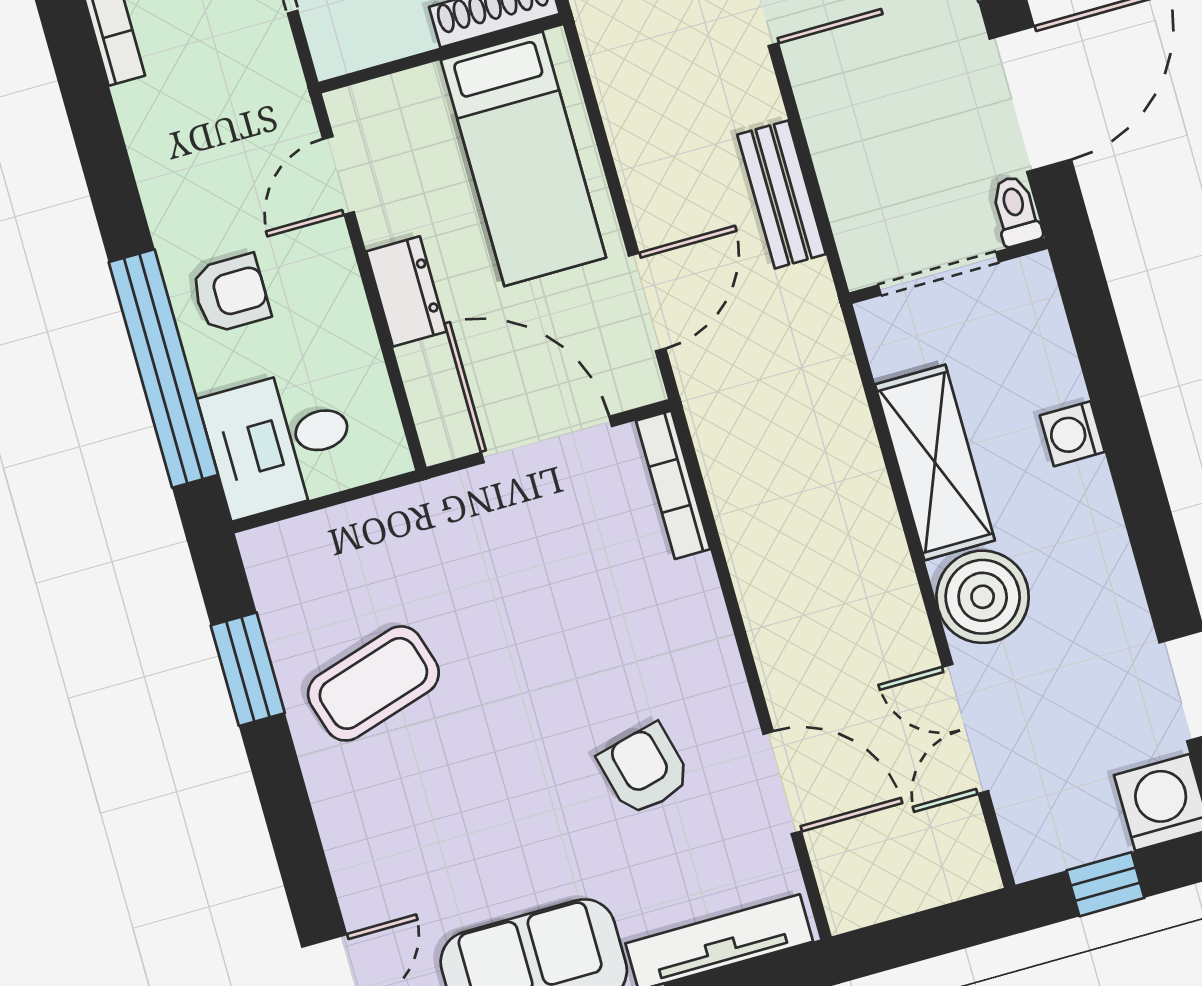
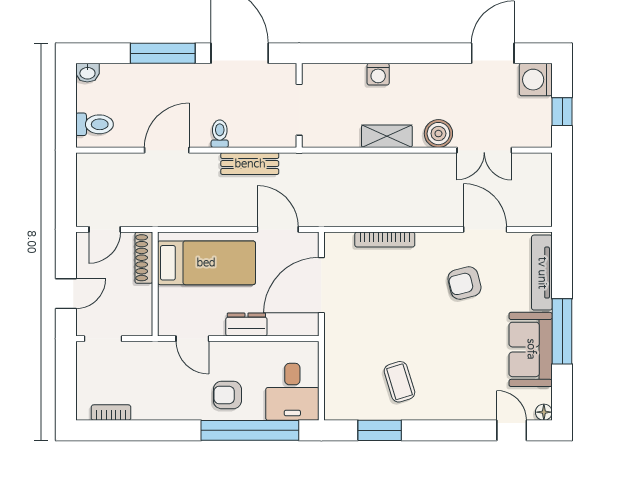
toilet: (1016, 211) -> (220, 134), moved, turned 90
armchair: (231, 293) -> (227, 395), turned -90
shelving: (935, 462) -> (387, 136), width x0.67, depth x0.75
bookcase: (673, 485) -> (385, 240), moved
boiler: (983, 597) -> (438, 134), width x0.73, depth x0.73
coffee table: (373, 683) -> (399, 382), width x0.73, depth x0.77
door: (782, 783) -> (485, 229), hinge flipped

